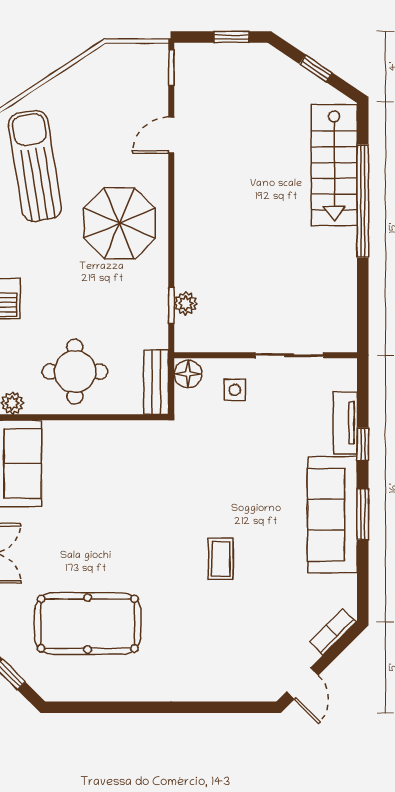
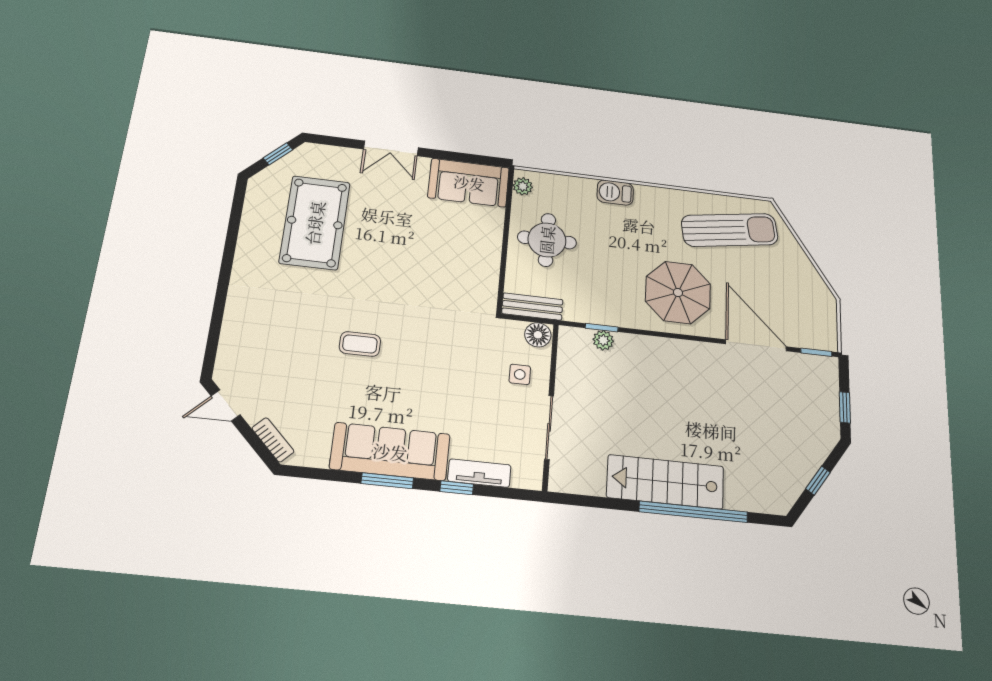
door: (171, 135) -> (756, 345), width x1.88
stairs: (334, 165) -> (665, 482), moved

